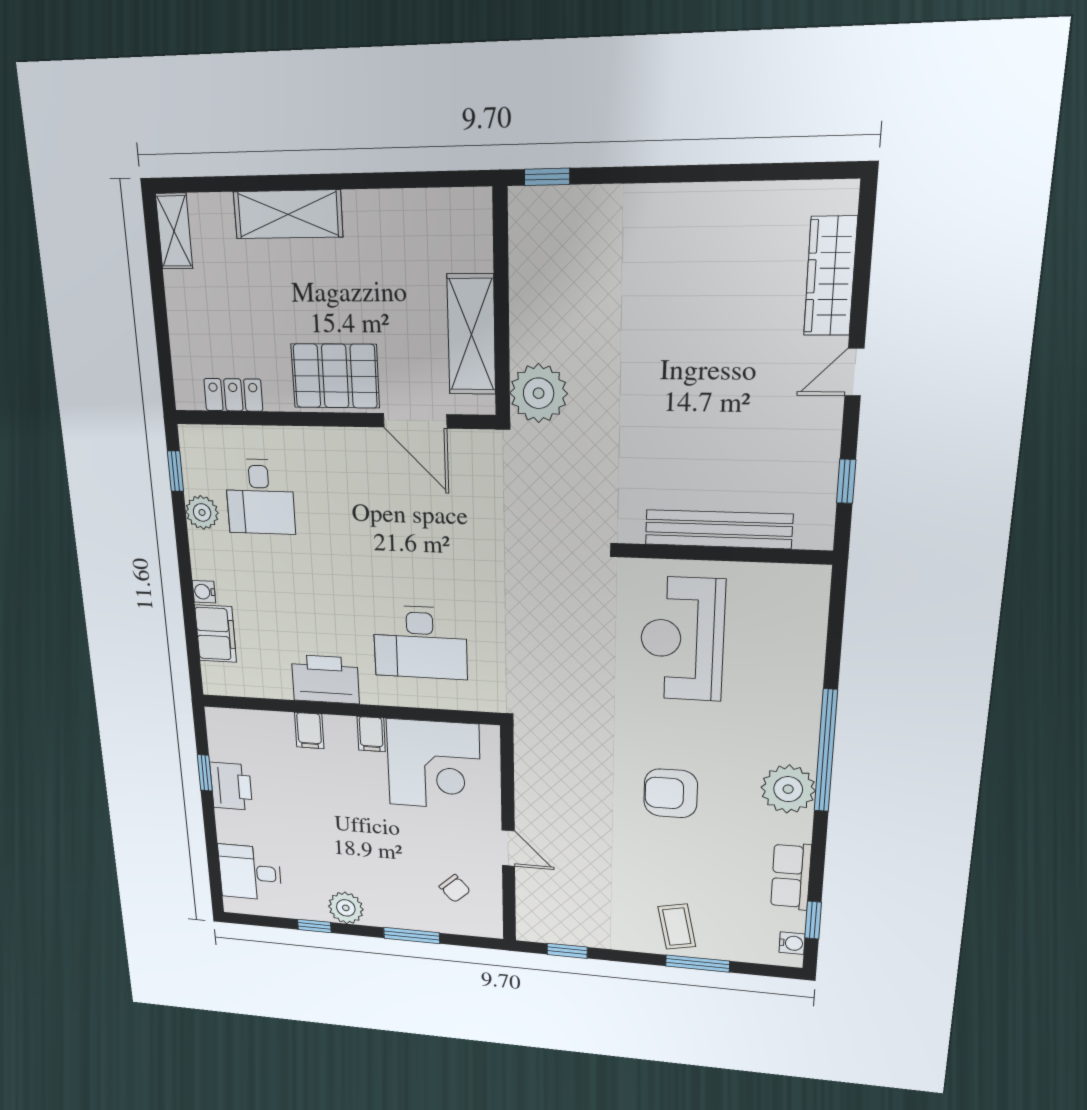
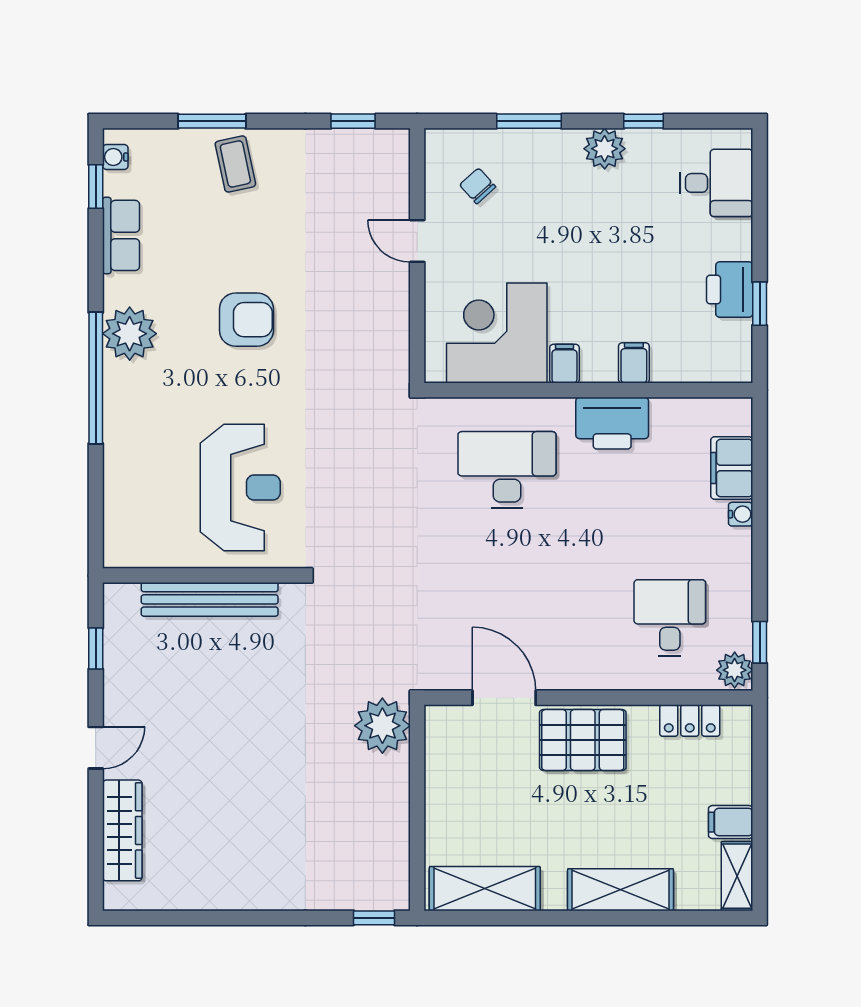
filing cabinet: (186, 289) -> (731, 822), added
shelving: (471, 335) -> (485, 889), moved, turned 90
plant: (202, 512) -> (735, 670), moved

